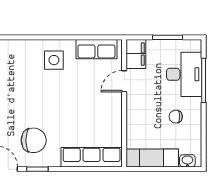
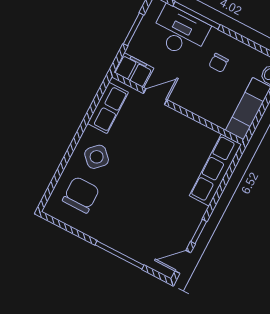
side table: (54, 60) -> (97, 157), turned 45
door: (124, 81) -> (155, 97), swing flipped
chair: (34, 140) -> (81, 195), moved

